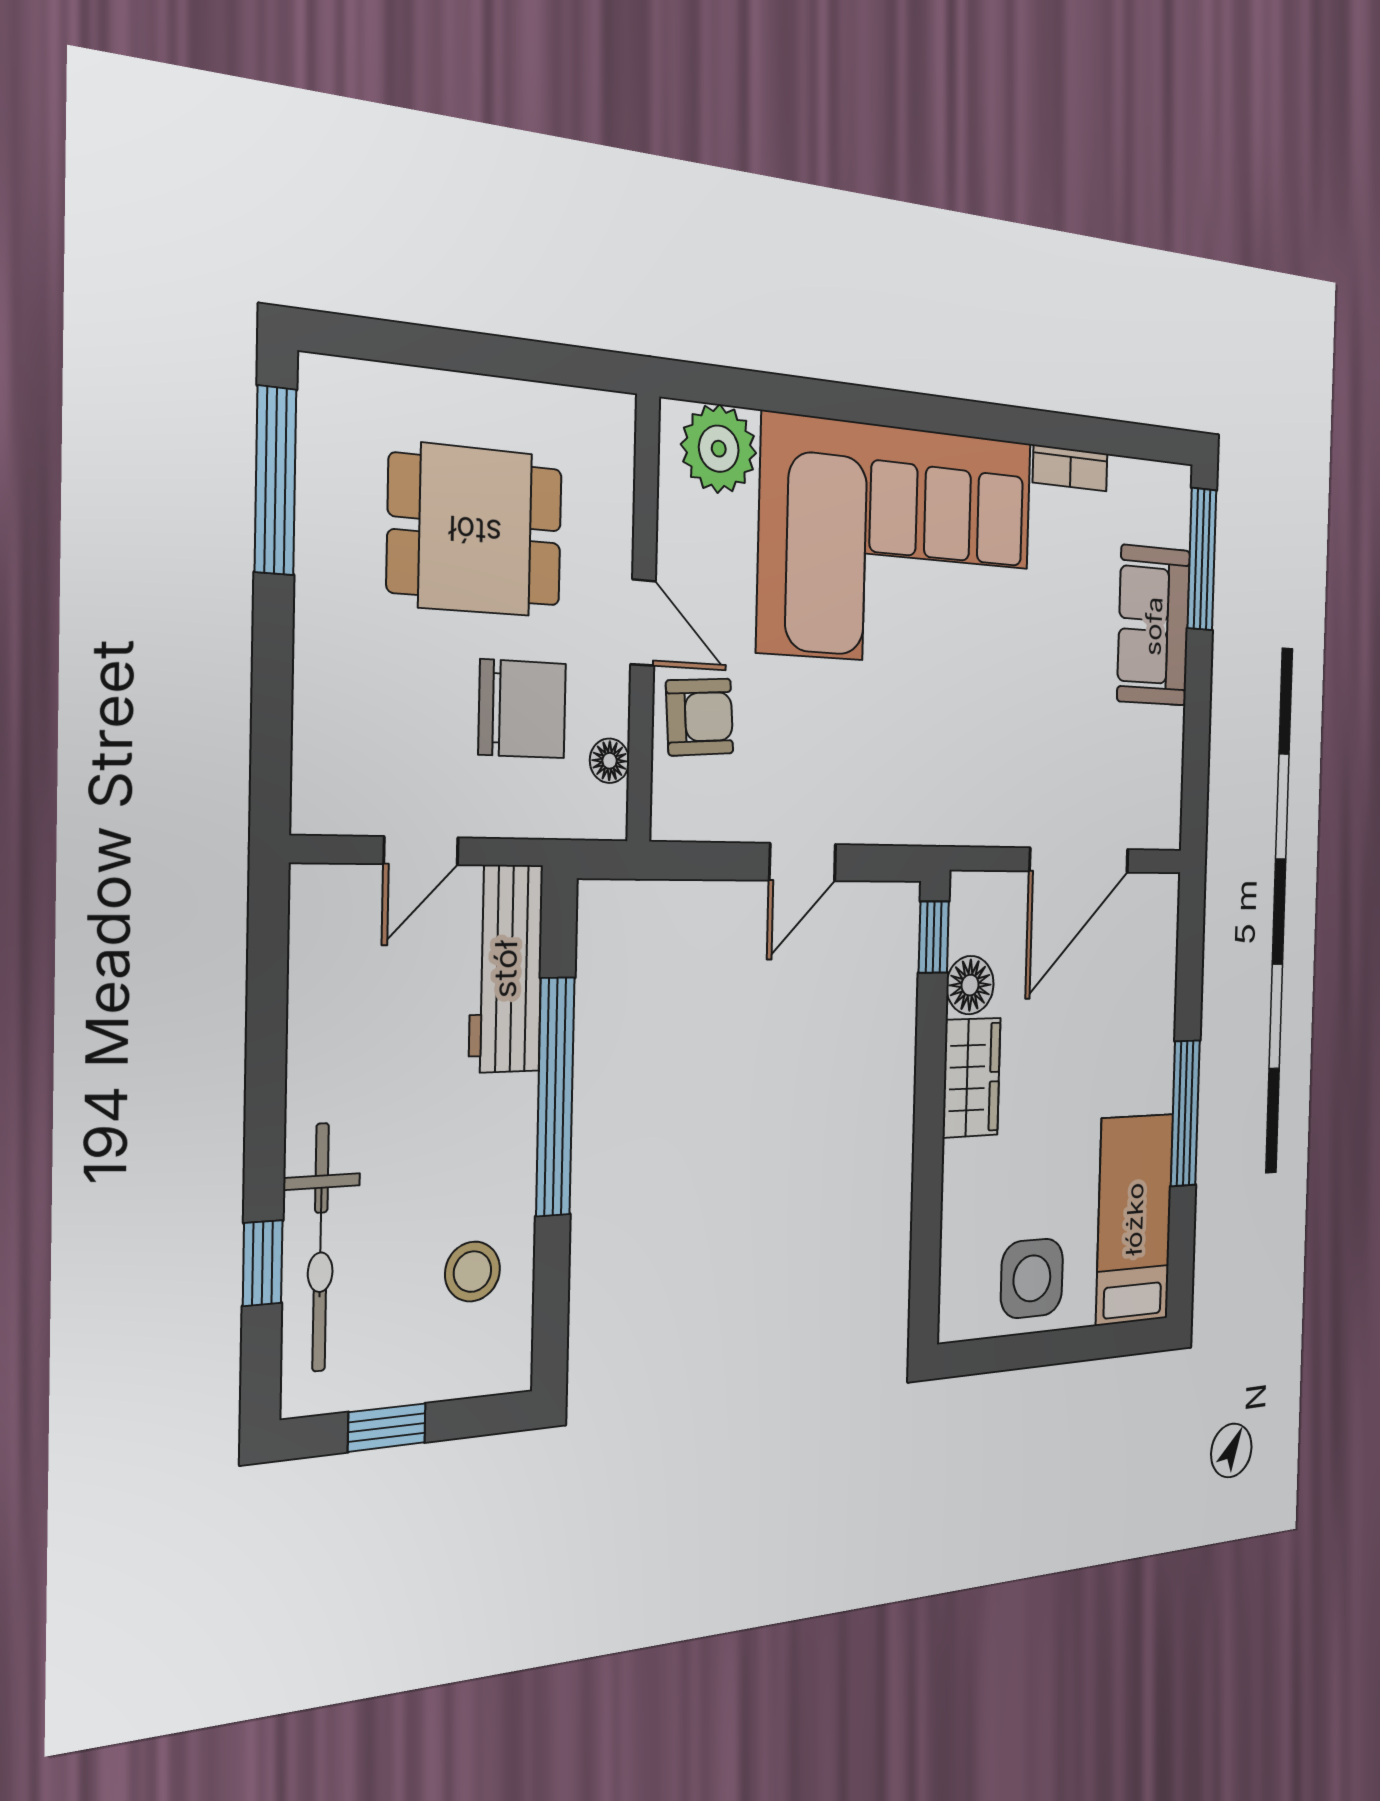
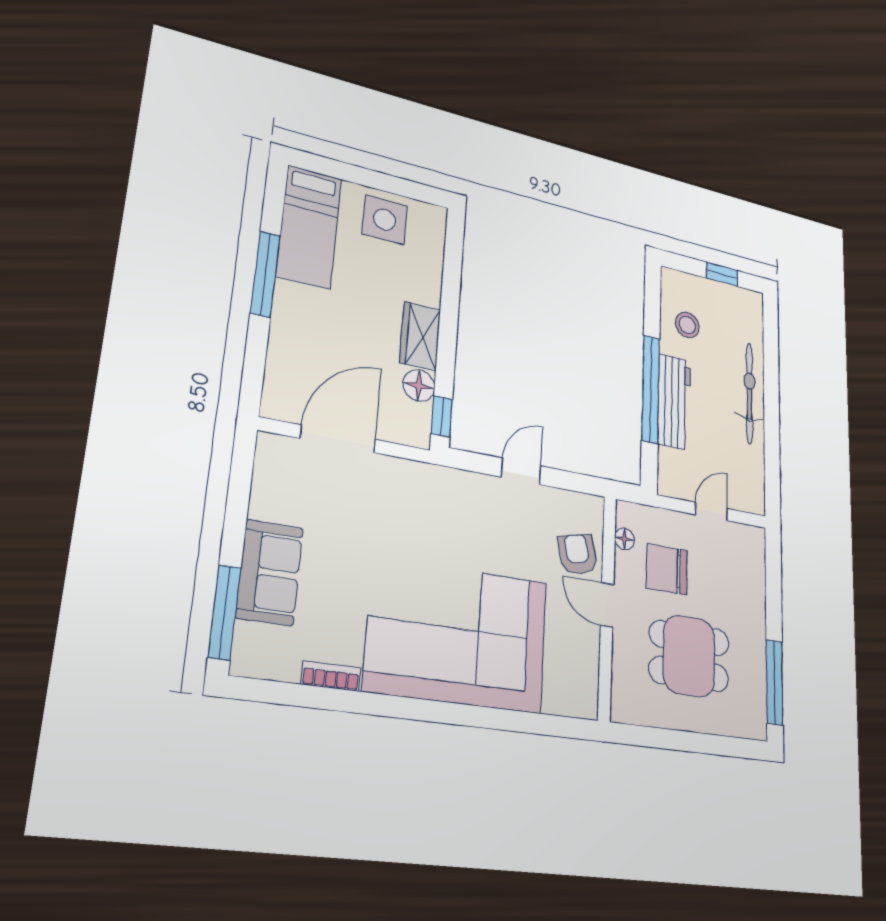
plant: (719, 449) -> (565, 693), removed
armchair: (700, 717) -> (578, 554), turned 81
workbench: (506, 969) -> (674, 402), moved
bicycle: (321, 1247) -> (749, 393), moved
window: (263, 1263) -> (771, 356), removed

